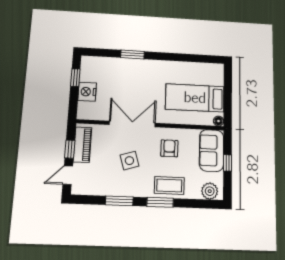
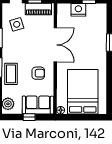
bed: (195, 98) -> (83, 92), width x1.50
side table: (129, 161) -> (17, 24), moved

